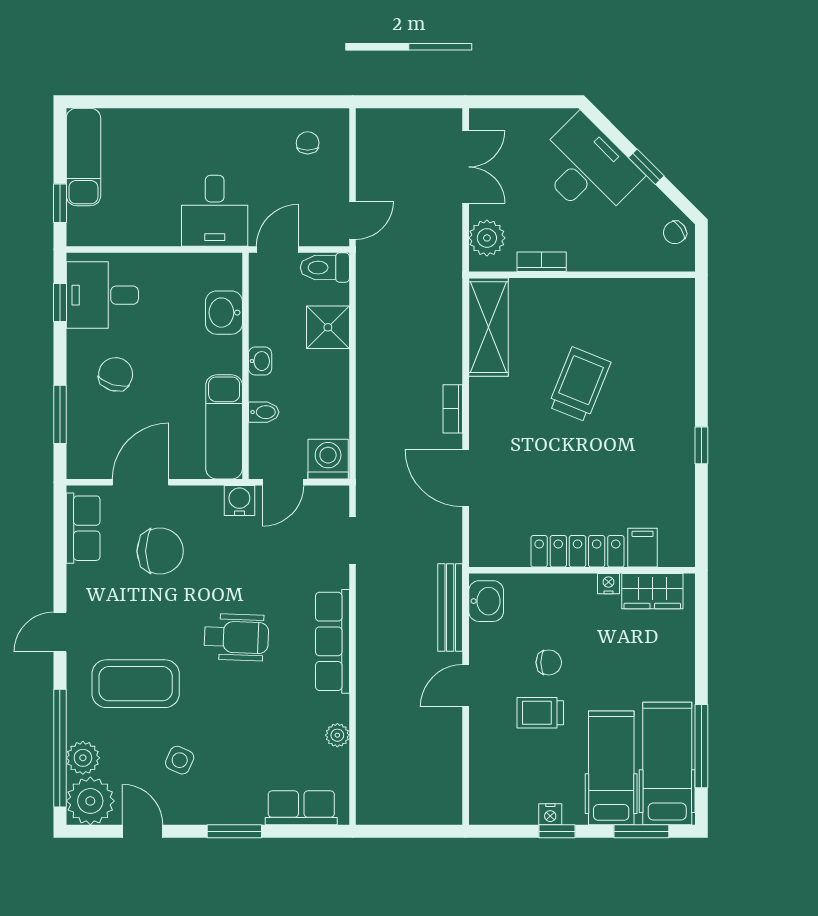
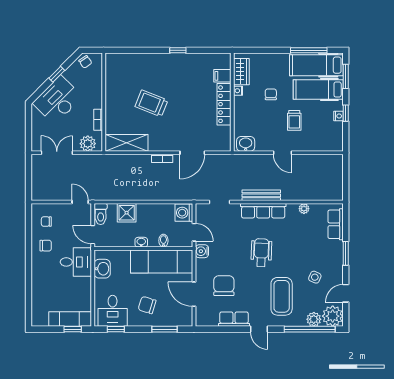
chair: (252, 141) -> (46, 246), added
exam couch: (83, 157) -> (70, 319), moved
washbasin: (224, 313) -> (102, 269), moved, turned -90
exam couch: (224, 427) -> (162, 261), width x1.36, depth x1.45
row of seats: (83, 528) -> (234, 319), moved
bench: (450, 608) -> (261, 195), moved
chair: (549, 662) -> (271, 94), moved

